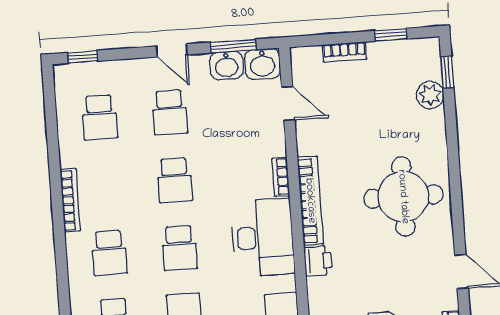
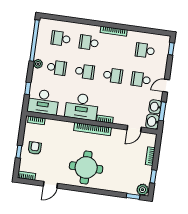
plant: (430, 95) -> (142, 190), moved
school desk: (175, 180) -> (113, 76), turned 180
school desk: (179, 248) -> (85, 72), turned 180
printer: (318, 261) -> (67, 127), removed

